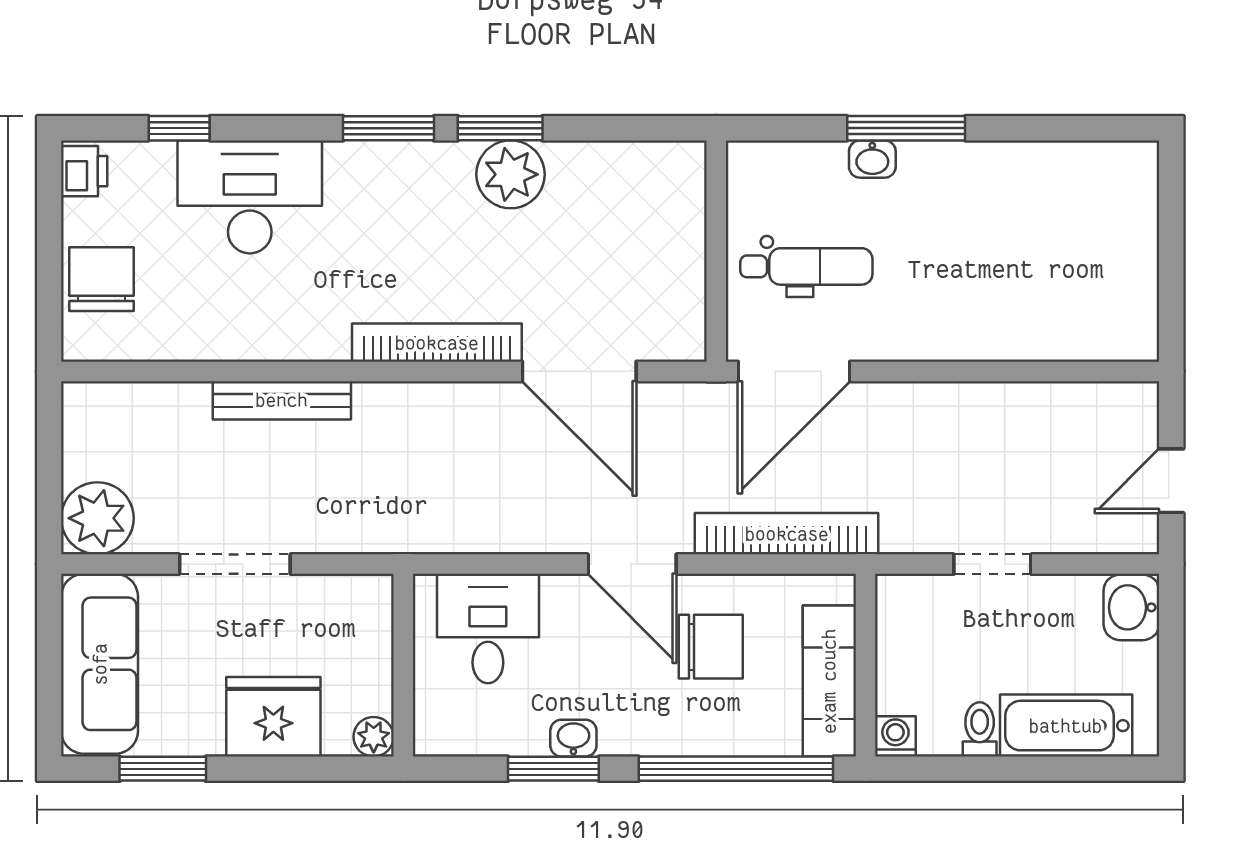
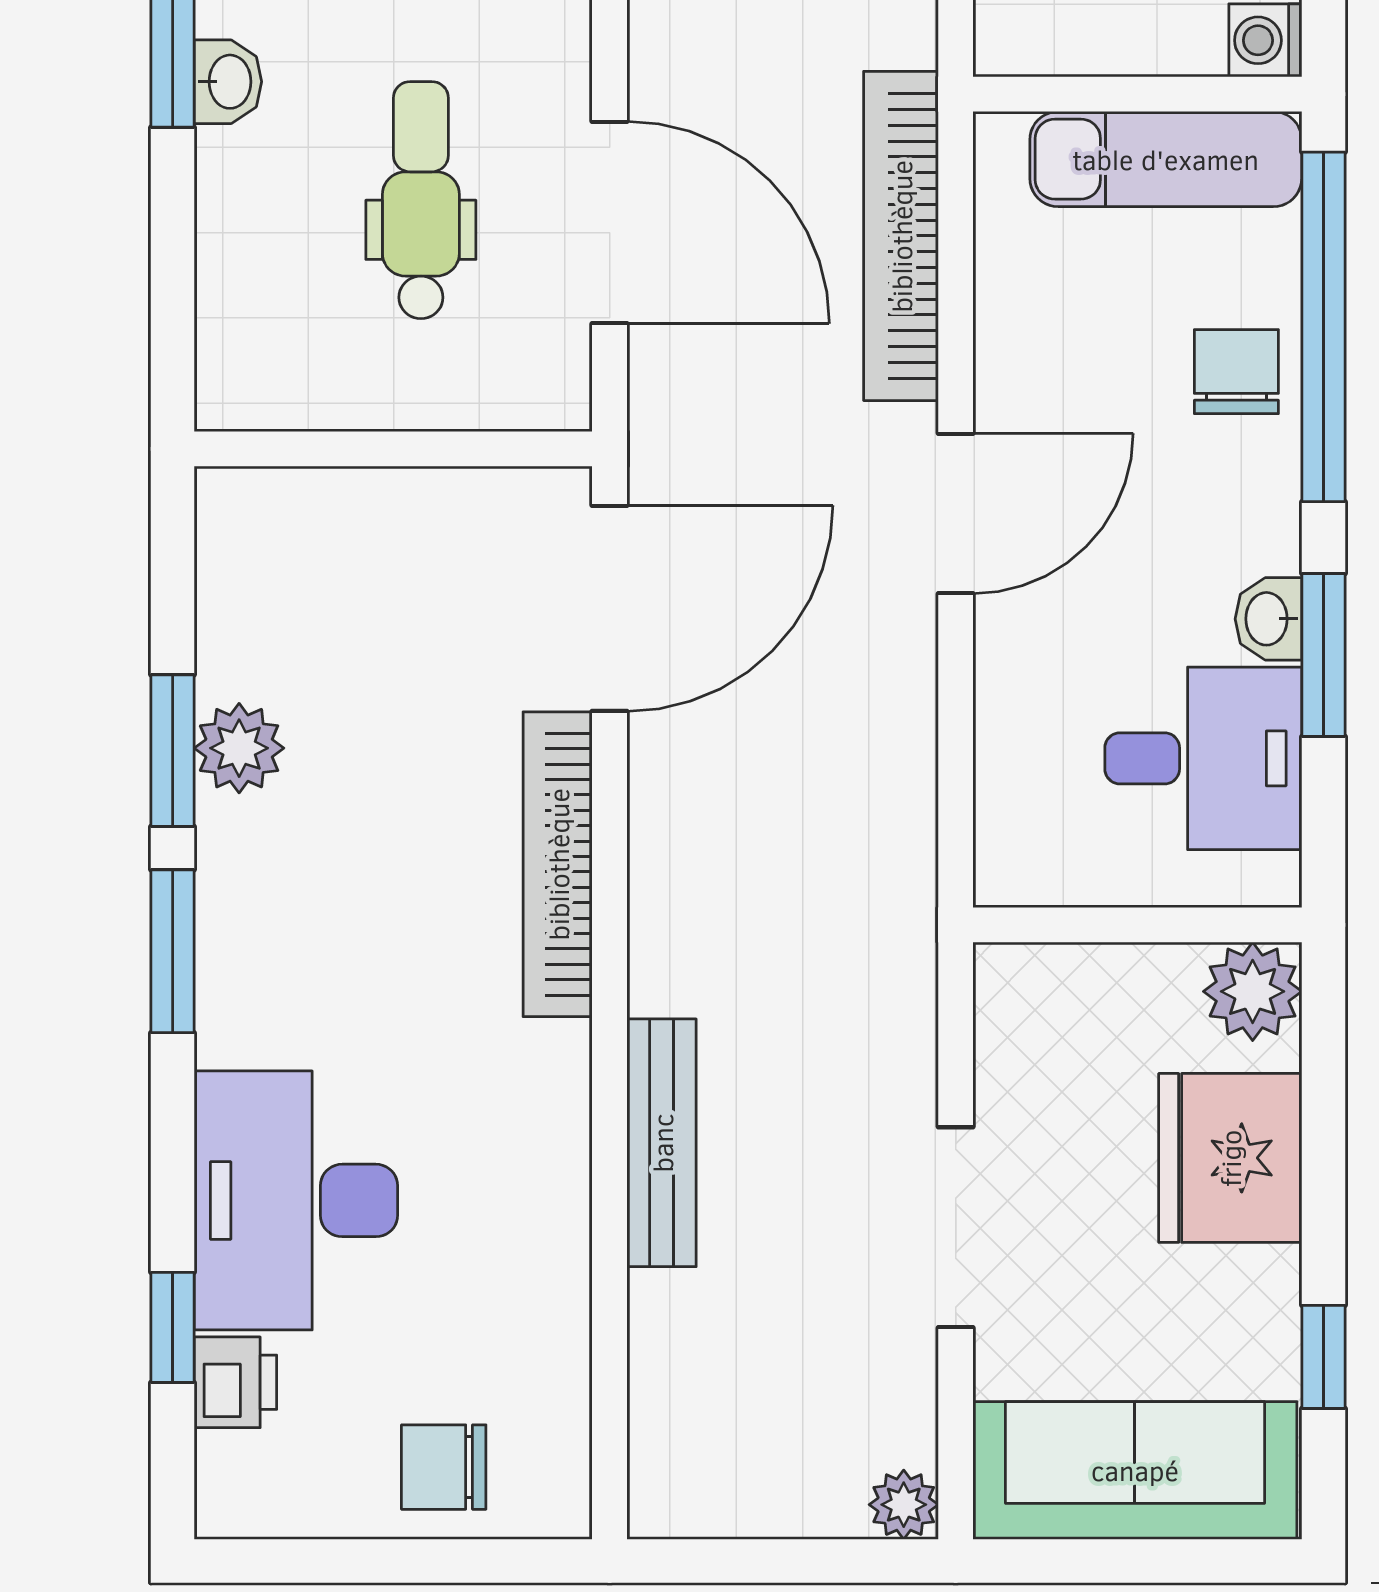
printer: (84, 171) -> (235, 1382), moved, turned 90
plant: (511, 174) -> (239, 748), width x0.73, depth x0.73
wall: (716, 251) -> (393, 449), moved
chair: (101, 279) -> (444, 1467), width x0.73, depth x0.73
plant: (97, 518) -> (904, 1505), width x0.53, depth x0.53
desk: (488, 628) -> (1203, 758), moved, turned 180
chair: (711, 647) -> (1236, 372), moved, width x0.73, depth x0.73
plant: (374, 737) -> (1253, 991), width x1.38, depth x1.38
window: (163, 769) -> (1323, 1357), width x0.67

